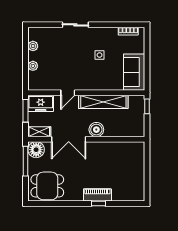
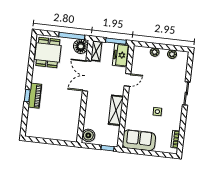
door: (68, 93) -> (128, 80), swing flipped
shelving: (103, 102) -> (116, 110), width x0.68
boiler: (96, 130) -> (88, 135), moved

